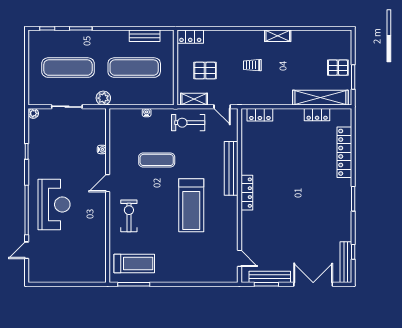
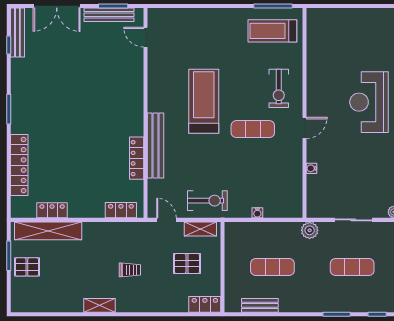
exercise mat: (68, 68) -> (352, 267), width x0.73, depth x0.69
exercise mat: (134, 68) -> (272, 267), width x0.73, depth x0.69
exercise mat: (157, 160) -> (253, 129), moved
locker: (247, 193) -> (137, 158), moved

